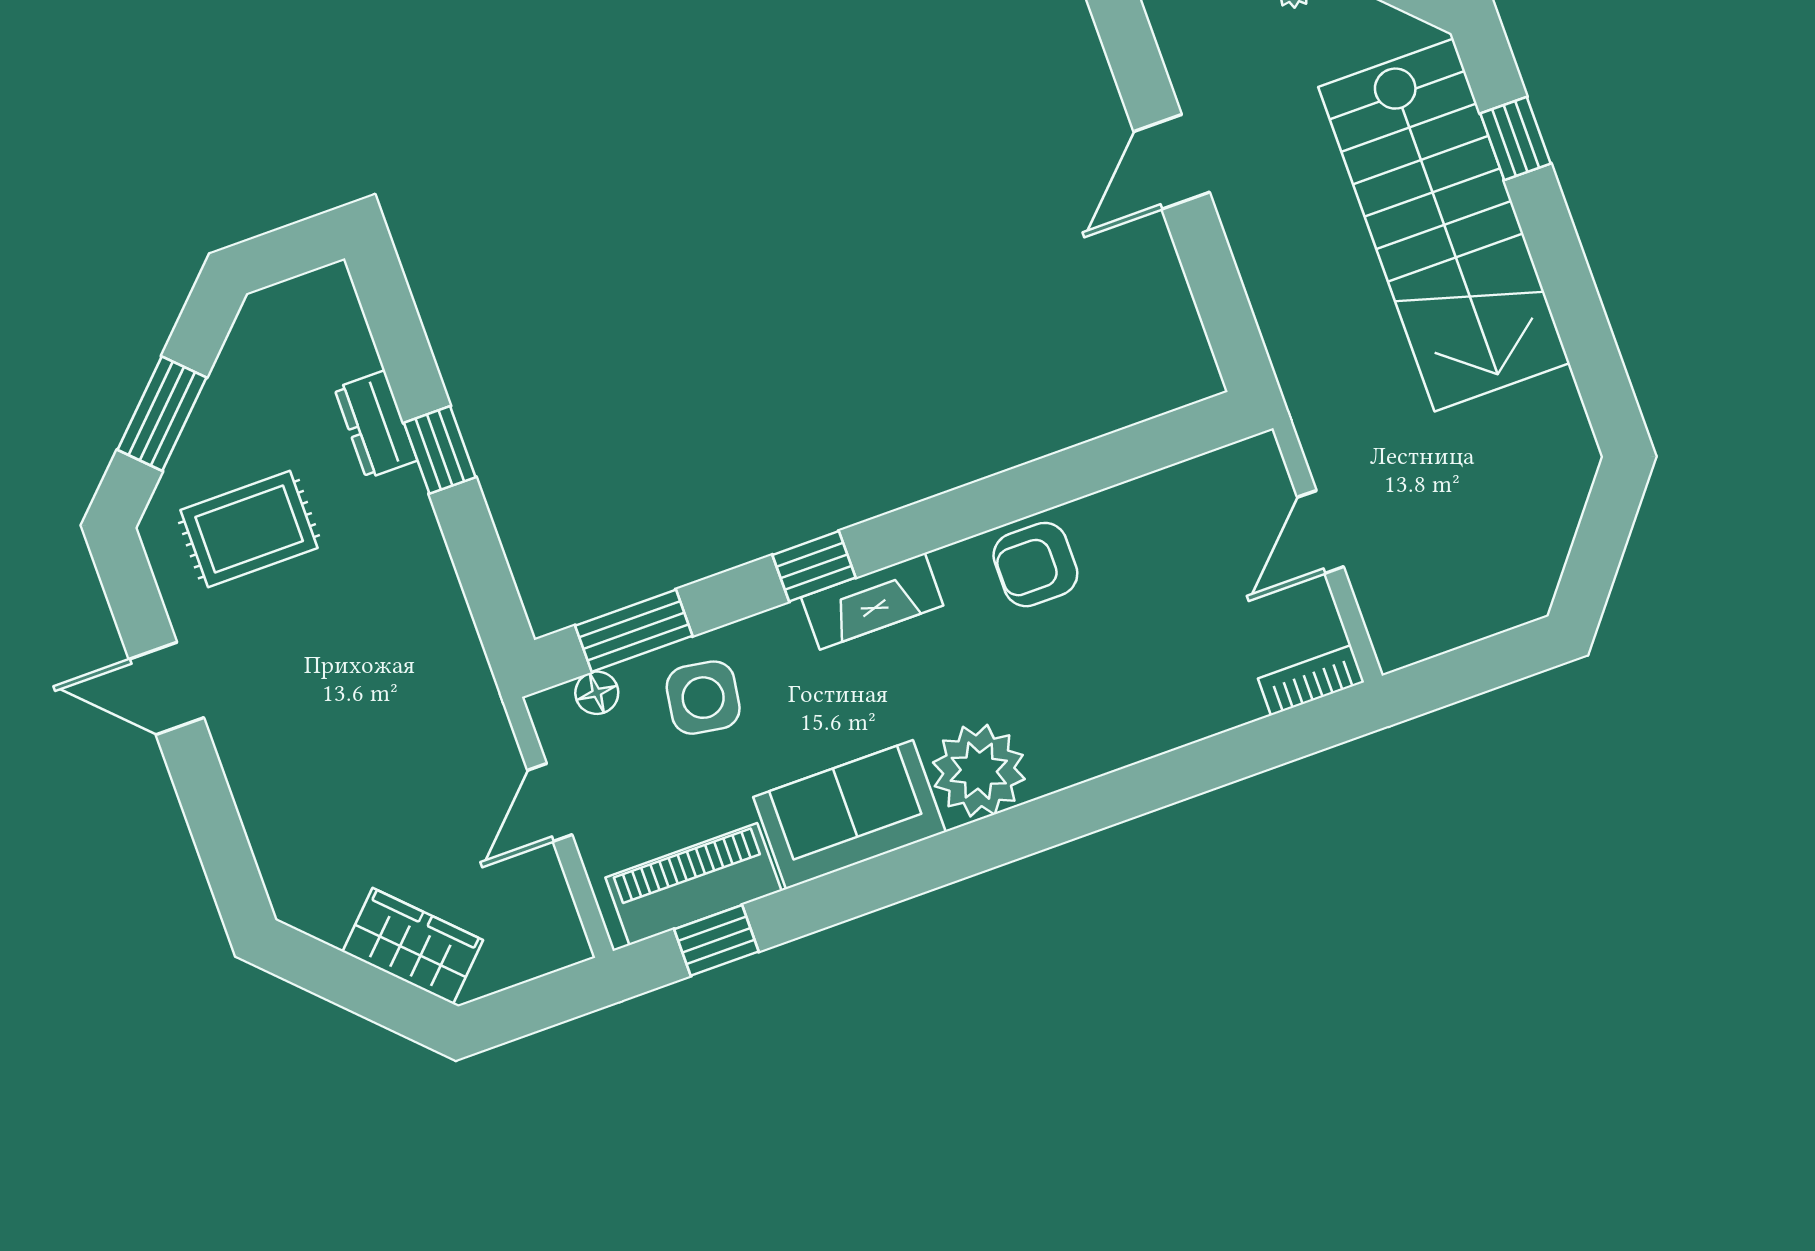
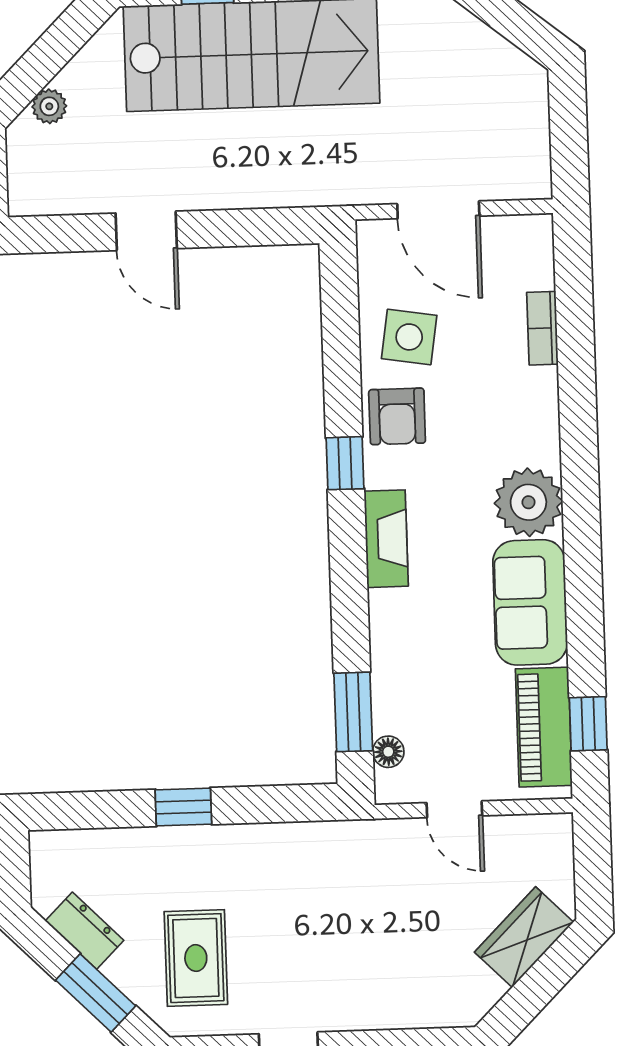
dresser: (376, 424) -> (84, 931), moved, turned -135
door: (1320, 532) -> (438, 210), width x1.38
window: (814, 566) -> (345, 463), moved
bookcase: (1311, 680) -> (542, 328), moved
side table: (703, 698) -> (409, 337), moved

